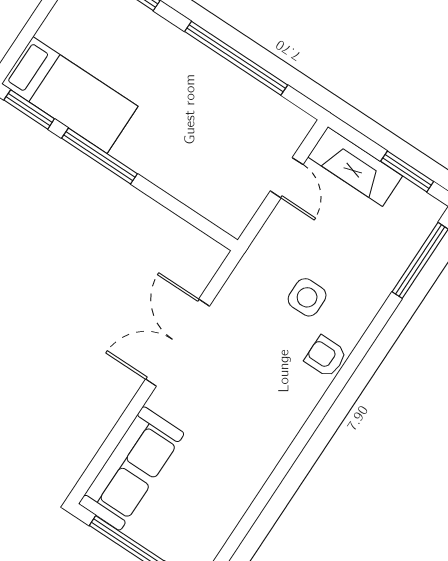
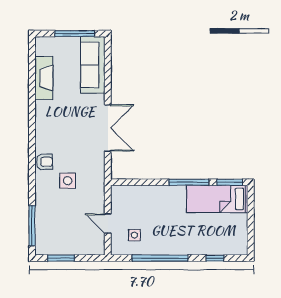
side table: (254, 127) -> (134, 235), added
fireplace: (355, 166) -> (44, 78), moved, turned 90

